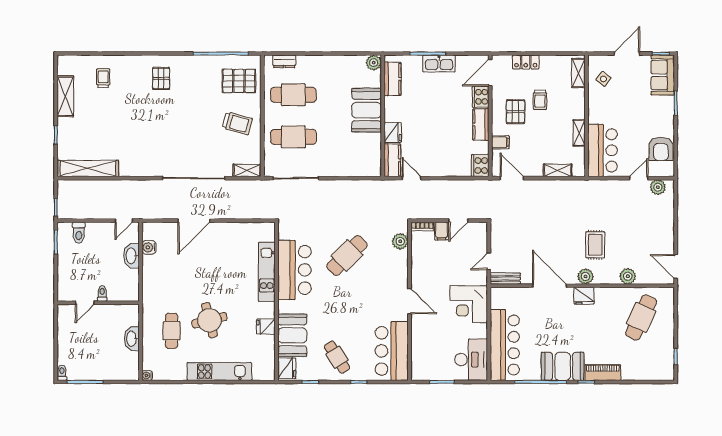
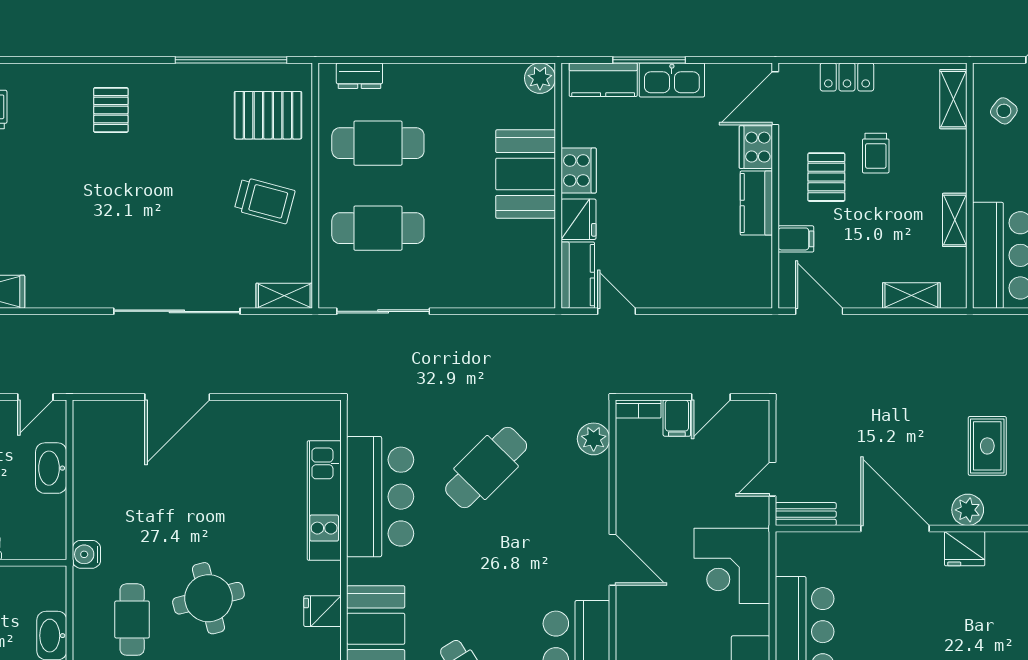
kitchen counter: (392, 79) -> (603, 80), moved, turned 90
cooker: (480, 165) -> (579, 170), moved, turned 180
water cooler: (149, 247) -> (86, 554), moved

